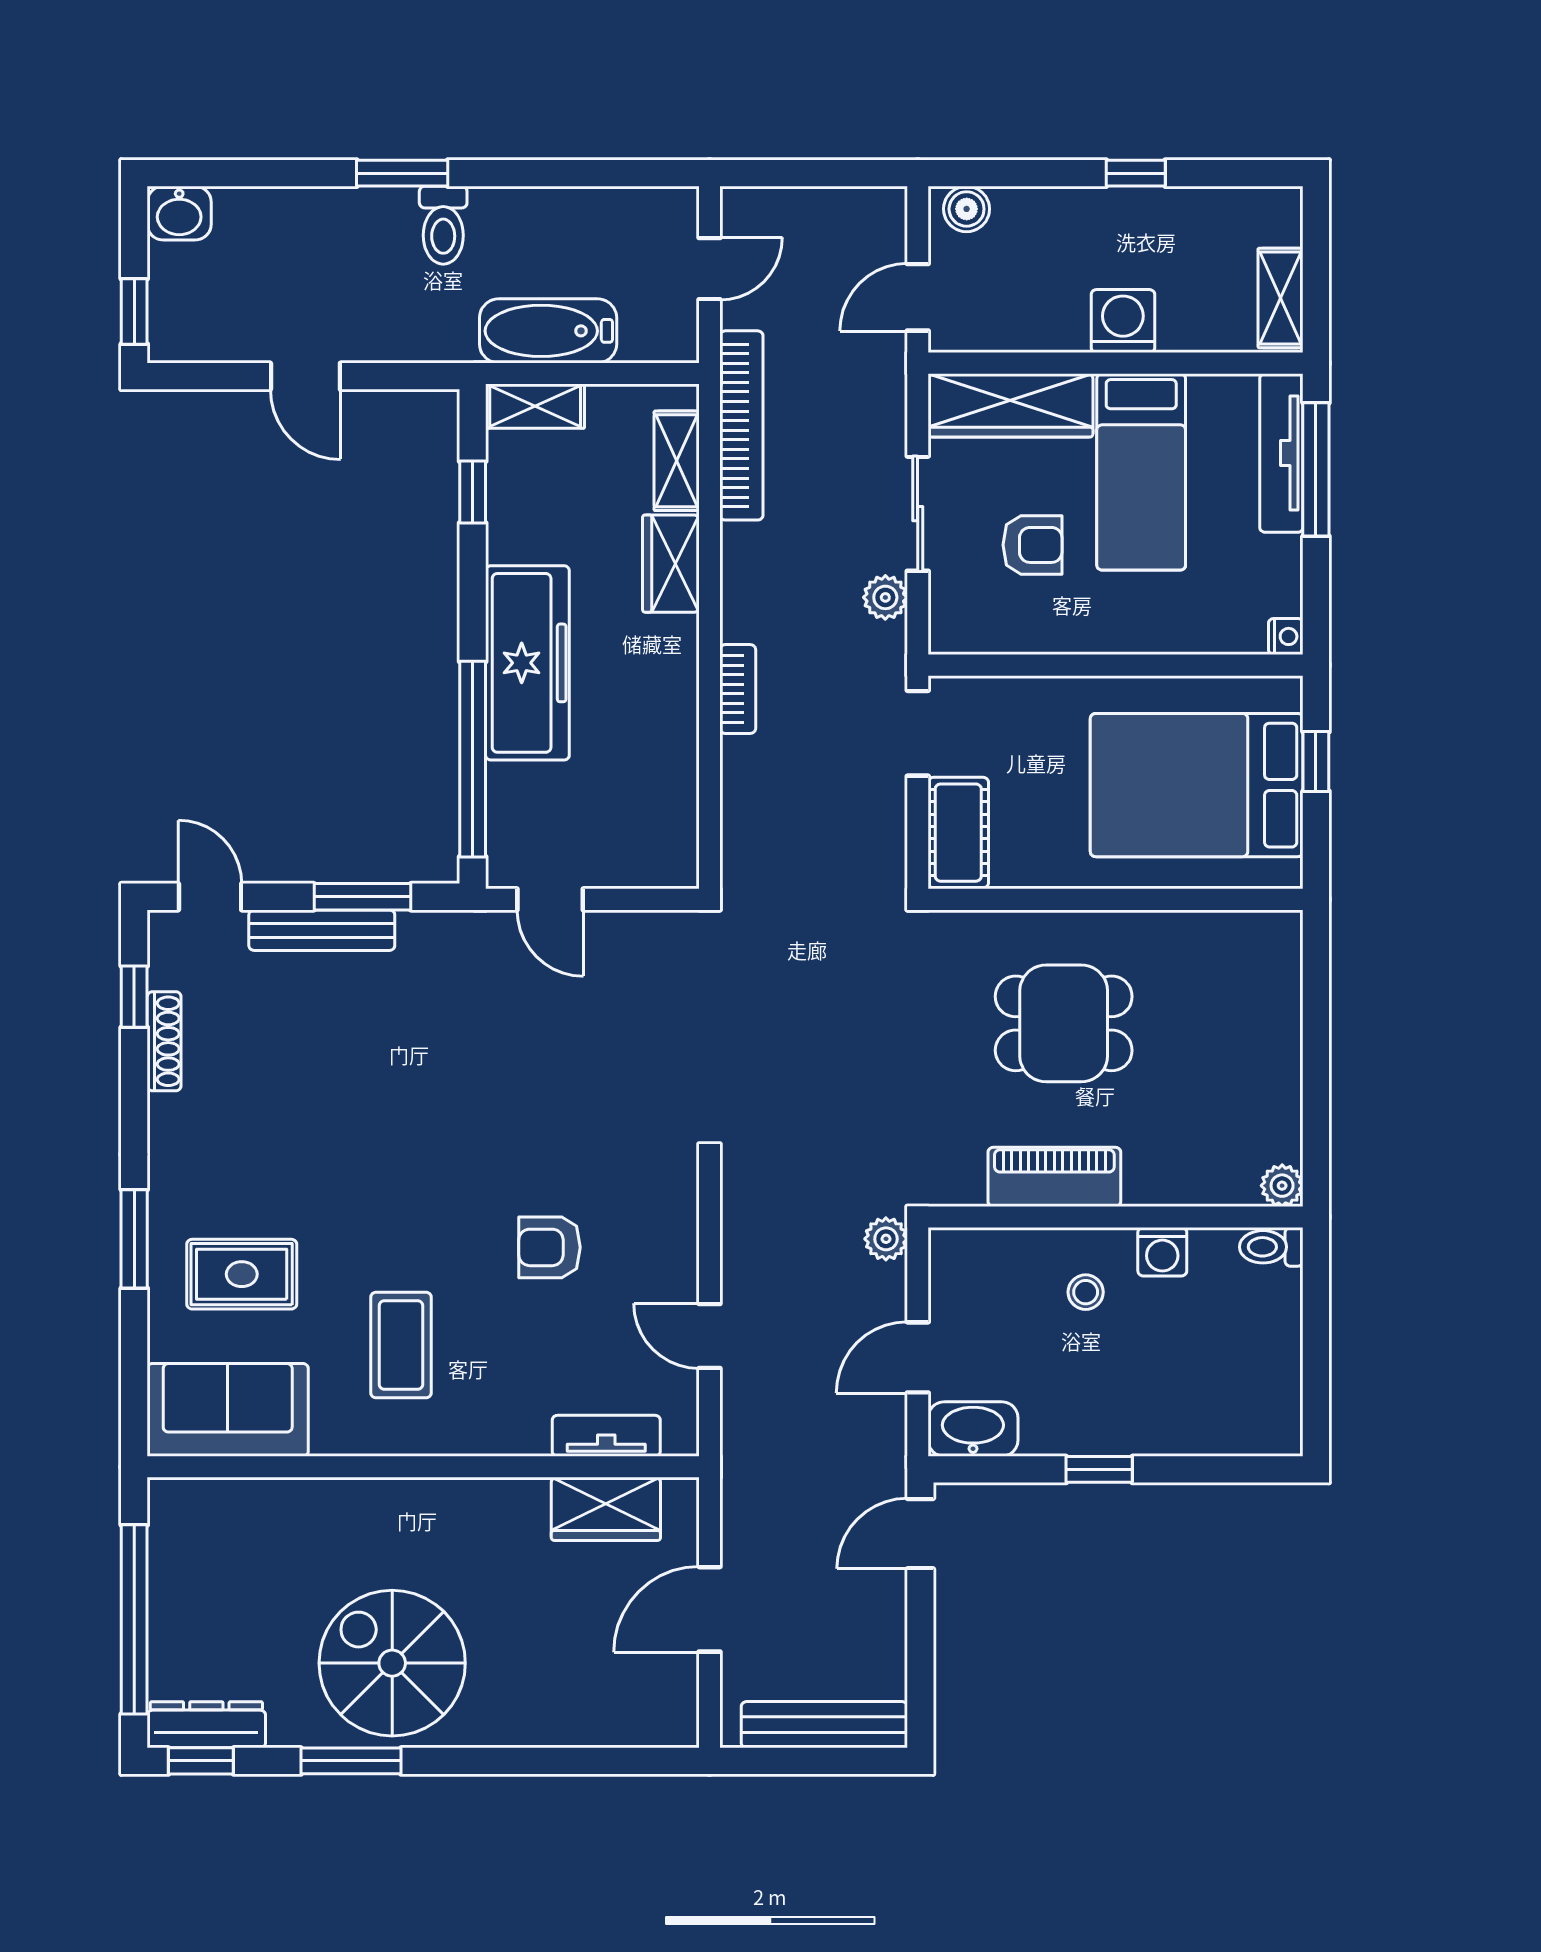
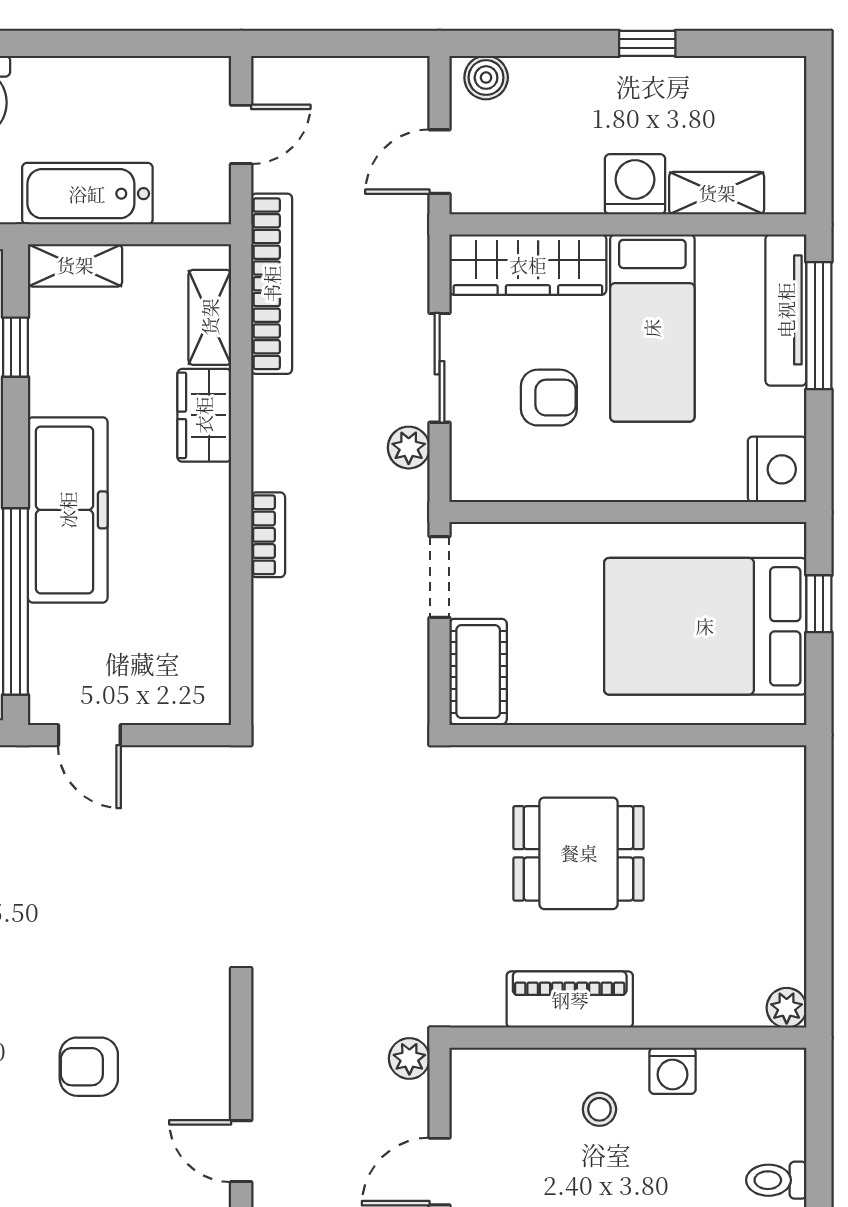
shelving: (1281, 298) -> (717, 193), moved, turned 90
nightstand: (1286, 636) -> (777, 469), width x1.89, depth x1.79
toilet: (1271, 1247) -> (776, 1180), moved

